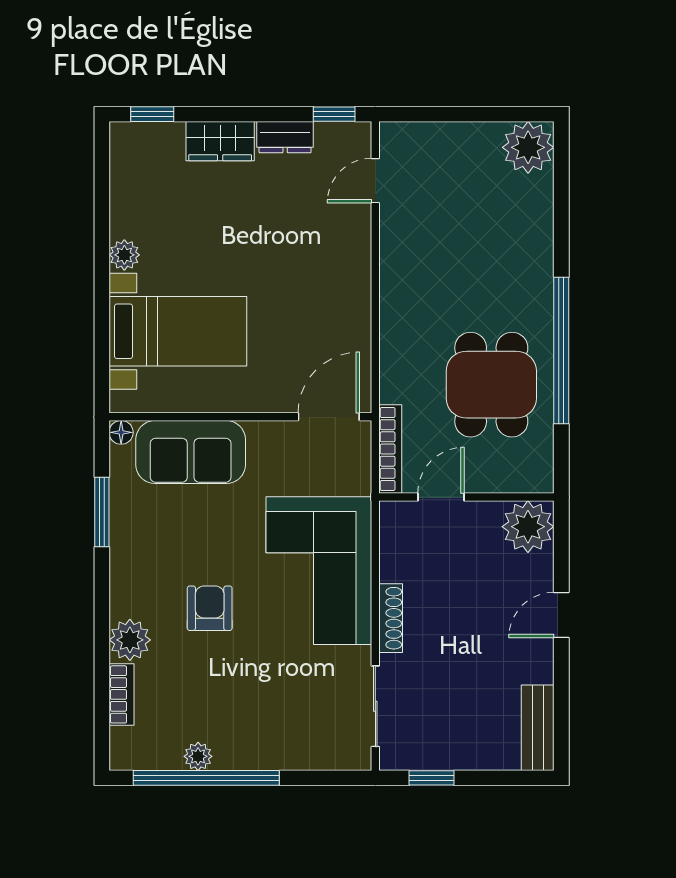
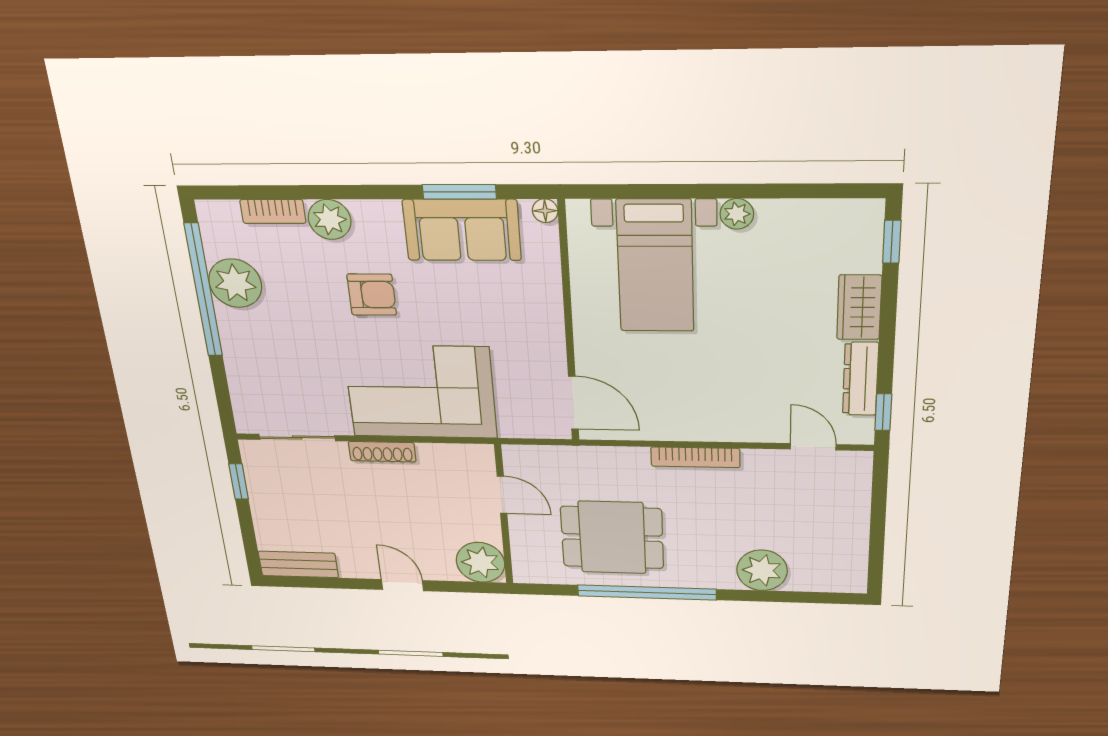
dresser: (285, 137) -> (860, 379), width x1.44
plant: (528, 147) -> (762, 570), moved
bookcase: (390, 449) -> (695, 457), moved
sofa: (191, 452) -> (462, 230), moved, turned -90
plant: (198, 756) -> (235, 283), width x1.88, depth x1.88

